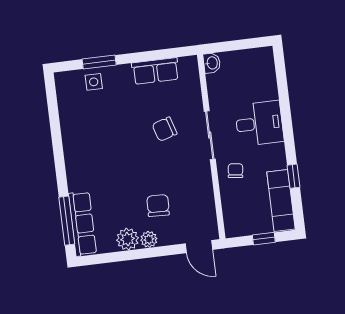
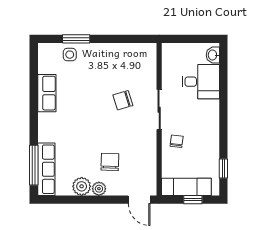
washbasin: (212, 63) -> (213, 55), moved, turned 180
row of seats: (155, 71) -> (47, 93), moved, turned -90
desk: (259, 123) -> (201, 82), moved
window: (293, 176) -> (223, 168), moved
exam couch: (281, 200) -> (186, 187), moved, turned 90

